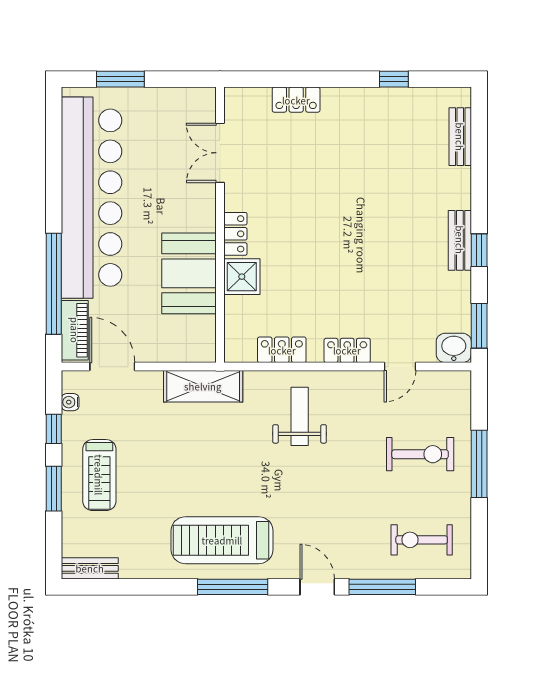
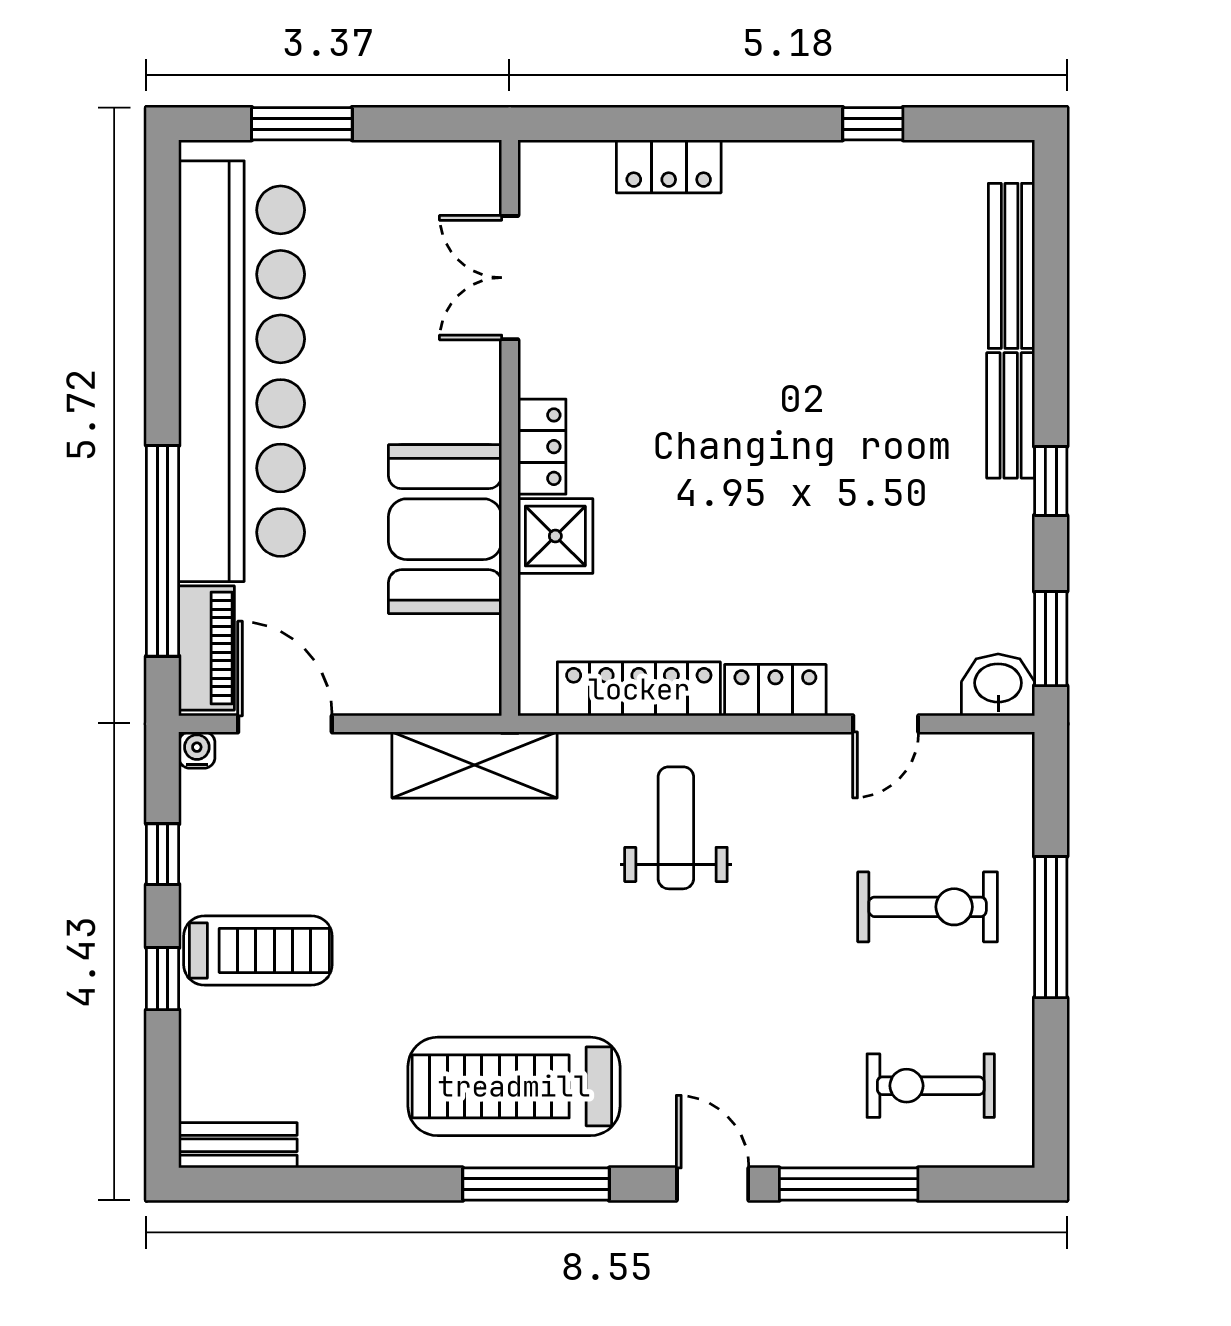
bench: (460, 137) -> (1011, 266), width x1.36
bench: (460, 240) -> (1011, 415), moved
locker: (282, 350) -> (639, 689), width x1.53
water cooler: (70, 402) -> (197, 750), moved, turned 90
treadmill: (99, 475) -> (258, 950), turned -90
window: (54, 489) -> (163, 979), width x0.67

